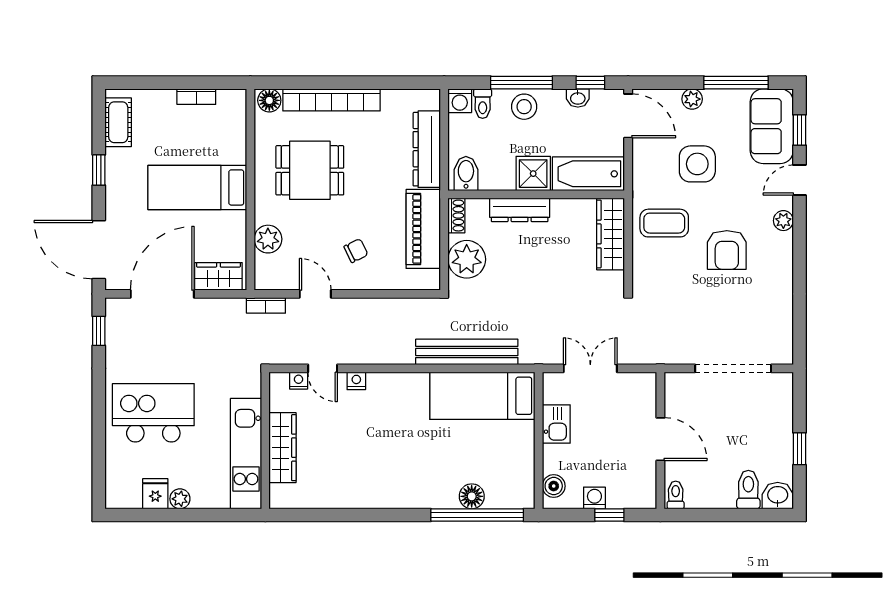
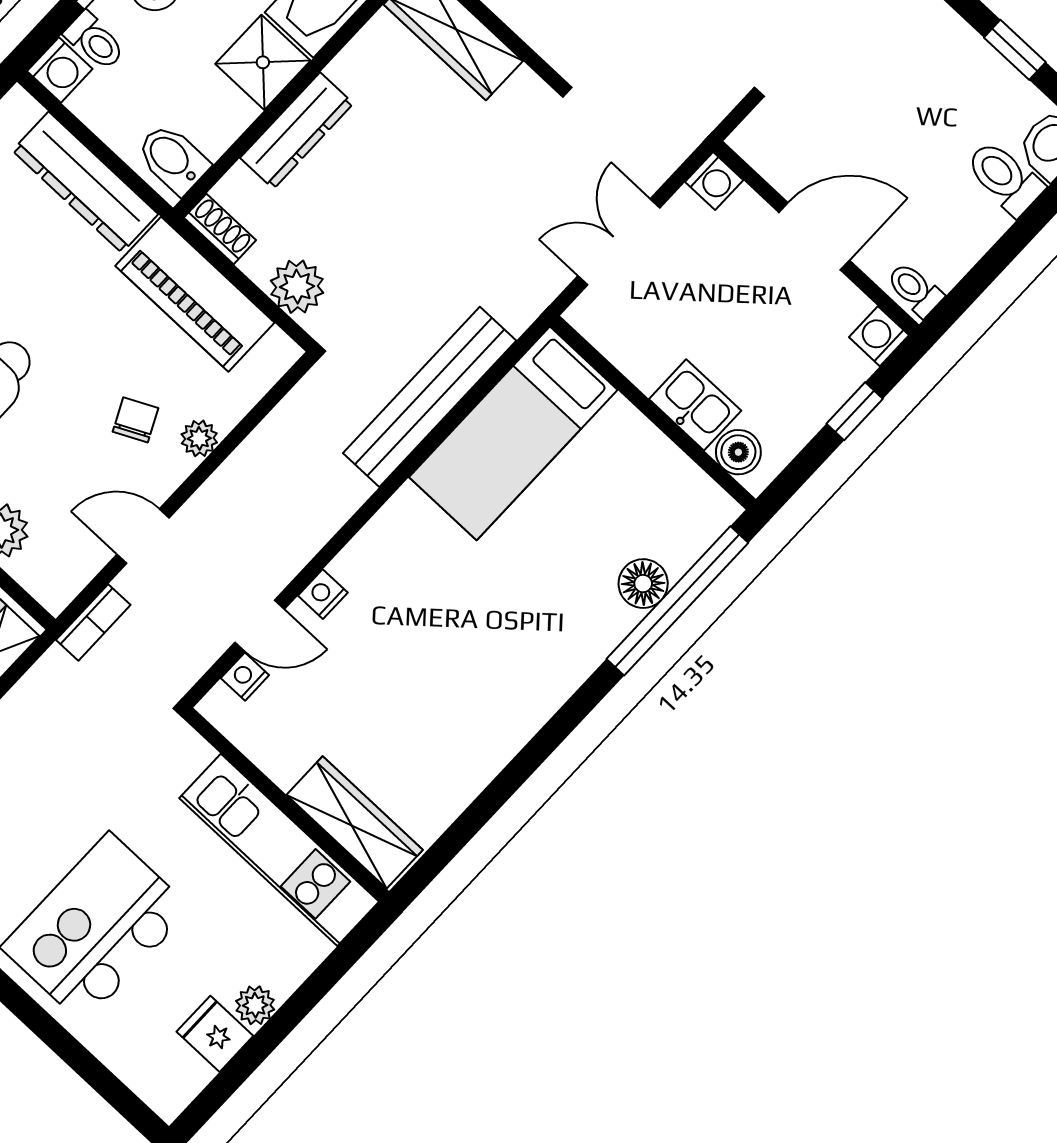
plant: (467, 259) -> (297, 287), width x0.73, depth x0.73
plant: (371, 281) -> (199, 438), added
washing machine: (646, 383) -> (714, 181), added
kitchen sink: (556, 424) -> (695, 405), moved
wardrobe: (282, 448) -> (355, 822), moved
washing machine: (594, 498) -> (879, 336), moved

